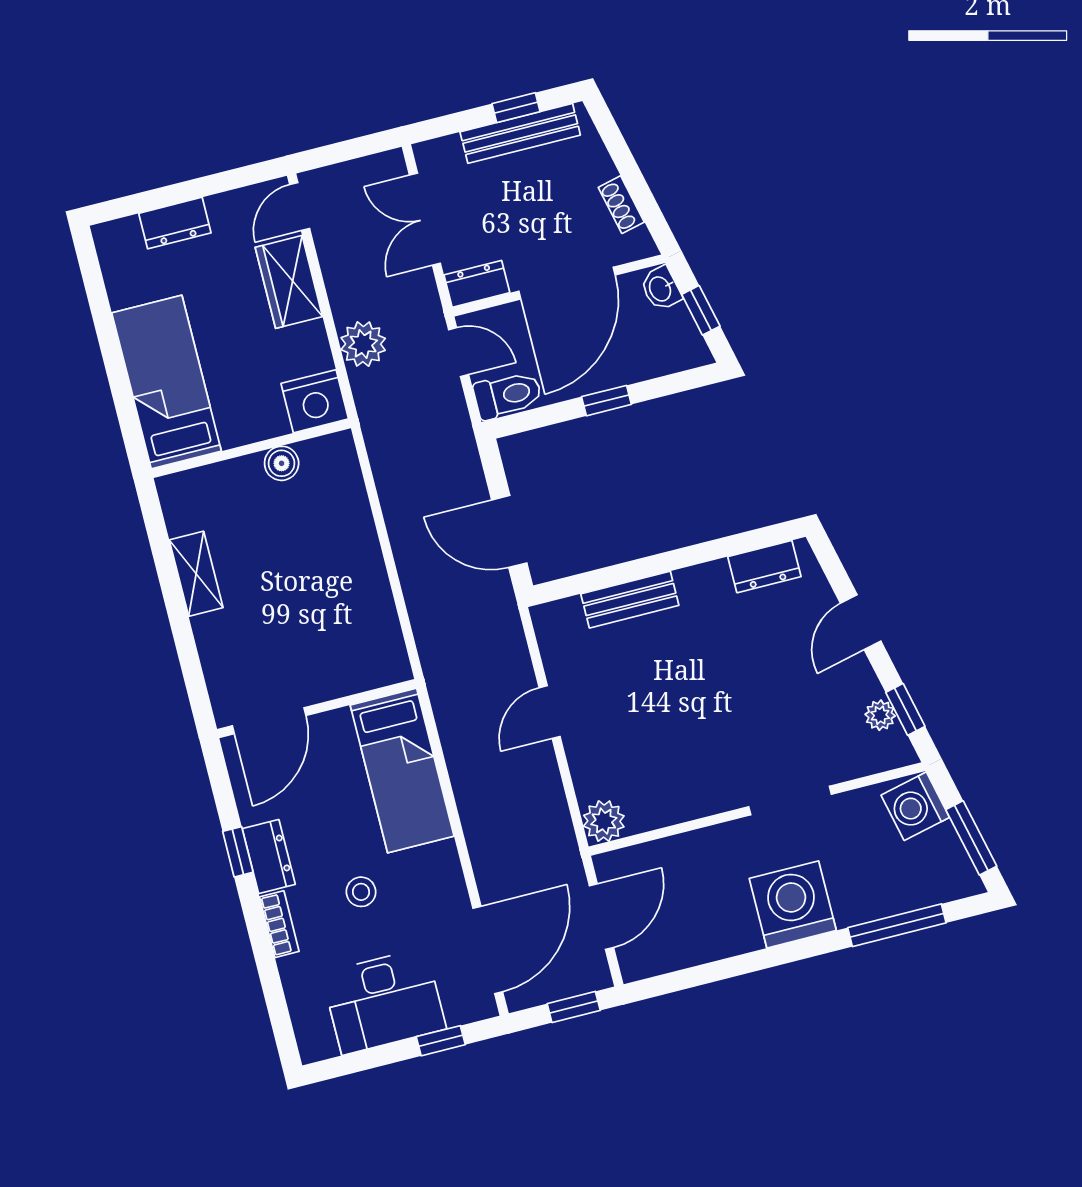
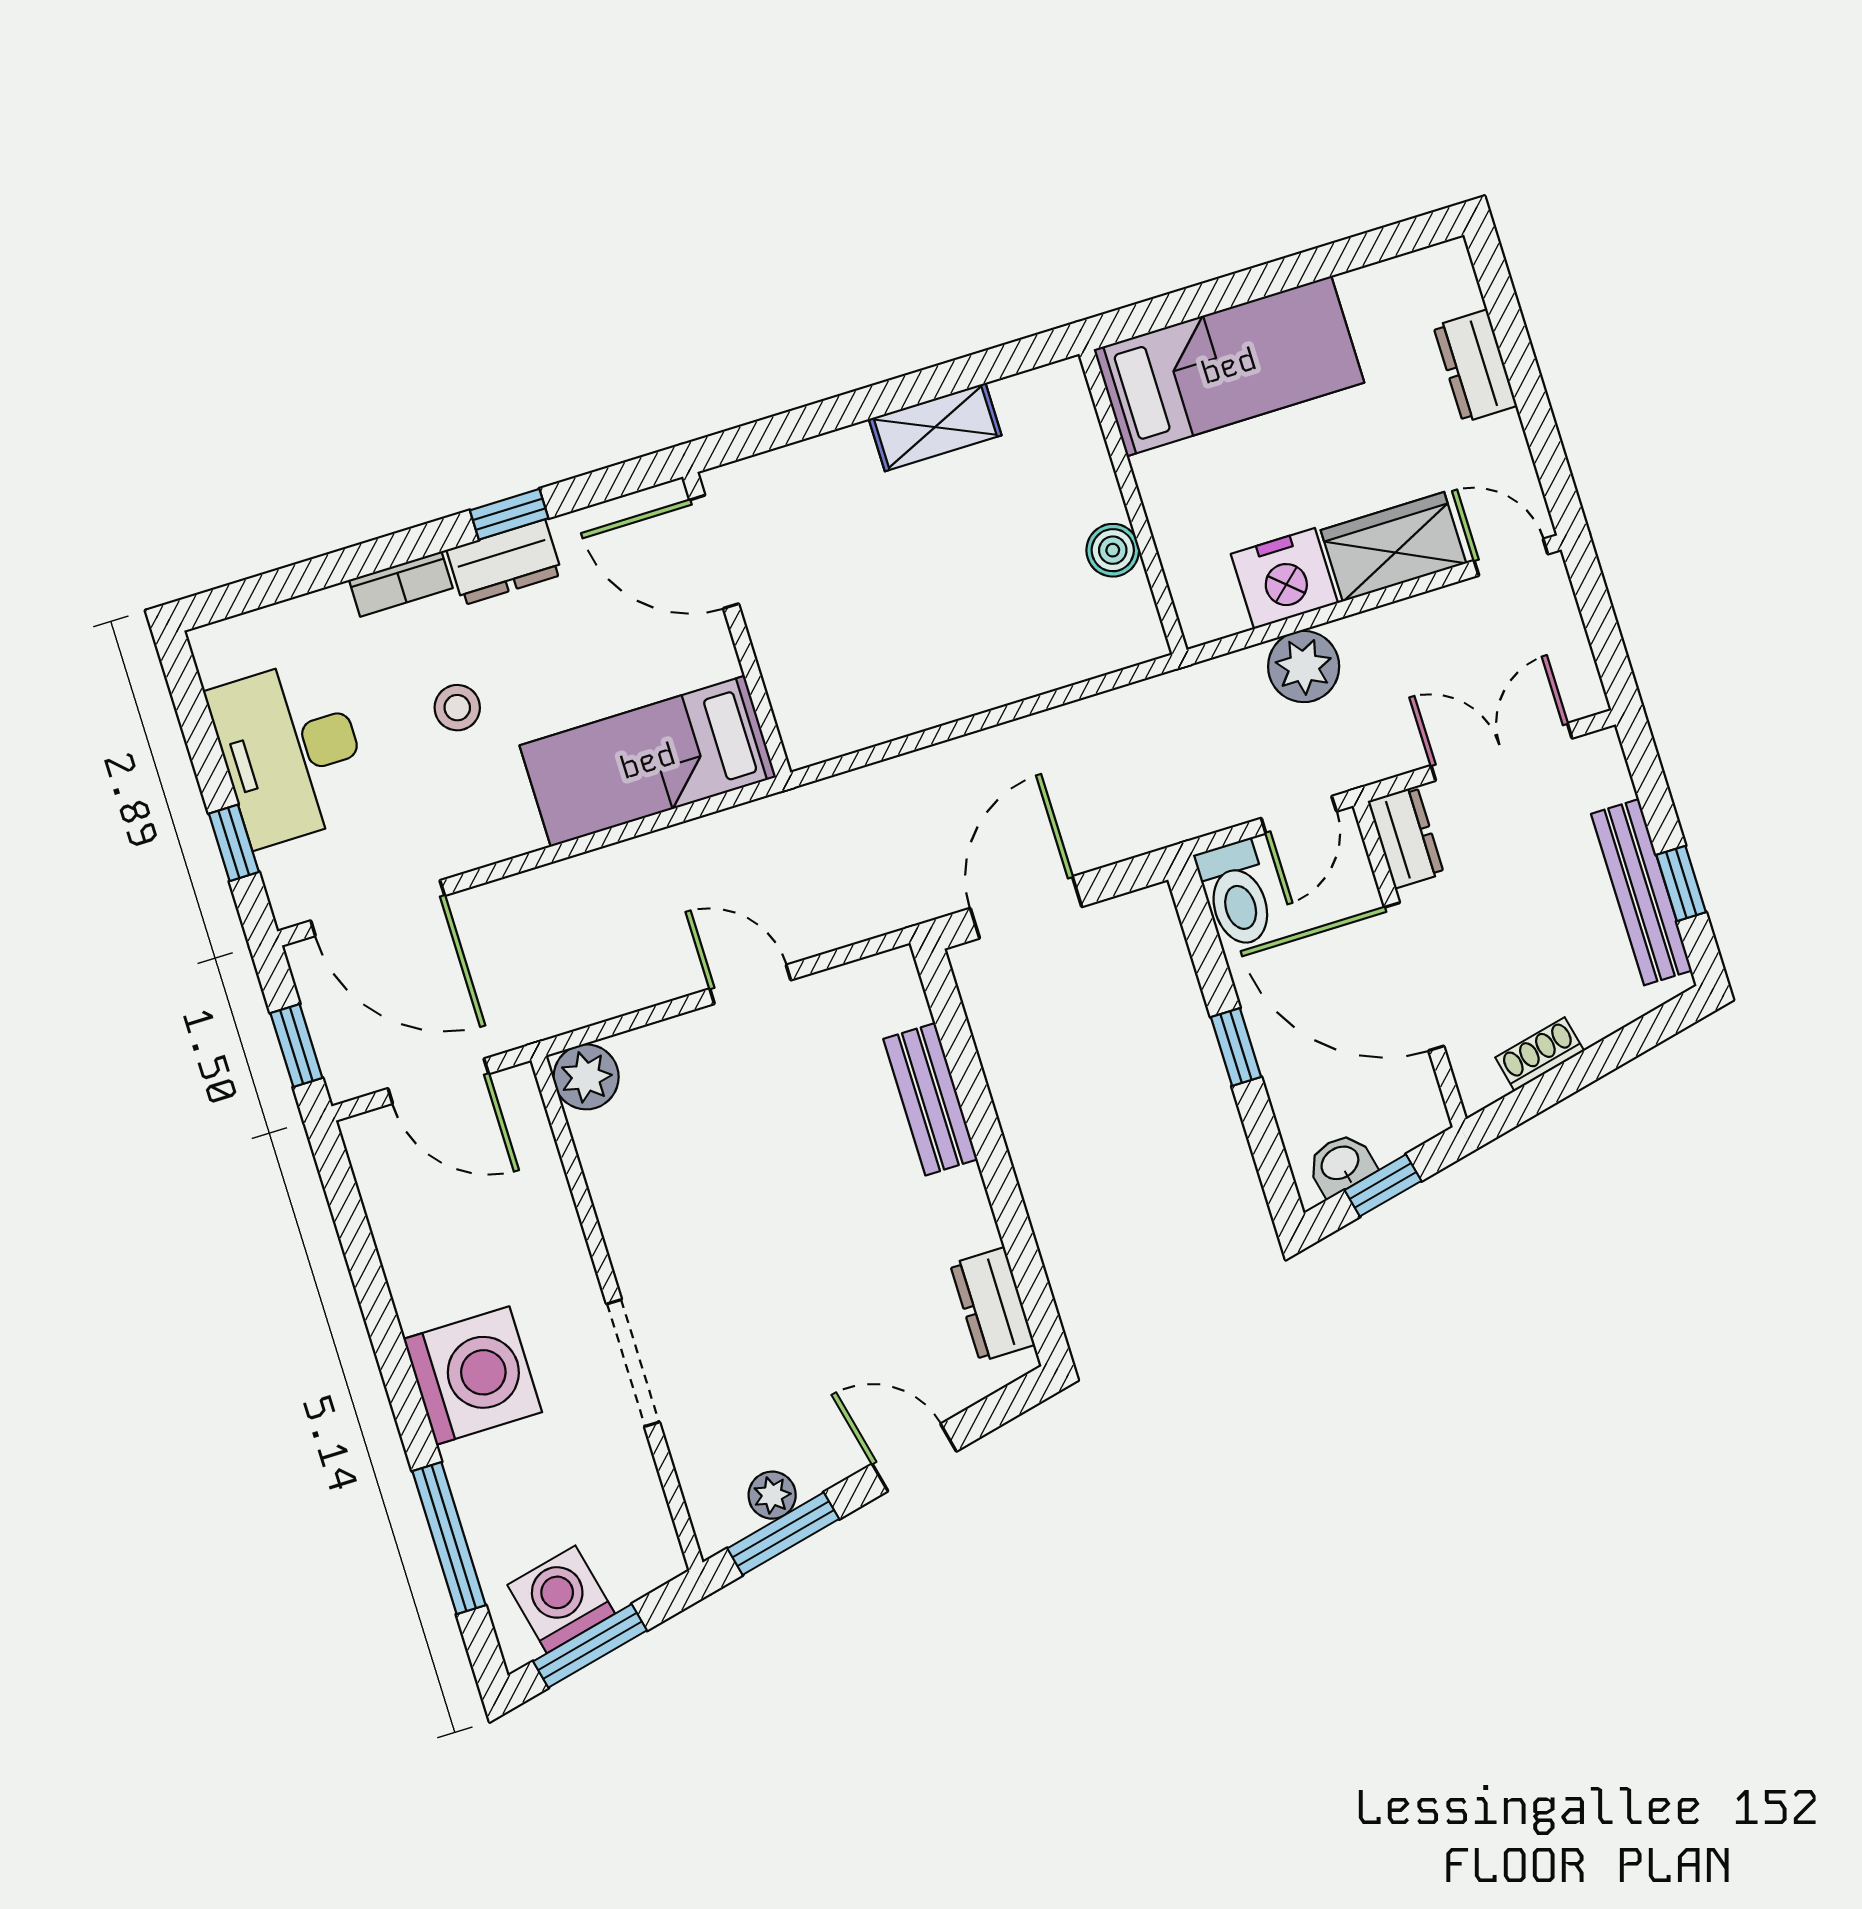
washbasin: (661, 289) -> (1341, 1164), moved
nightstand: (315, 401) -> (1284, 579), moved, turned -90
window: (905, 709) -> (783, 1534), width x1.50
washing machine: (915, 806) -> (561, 1599), moved

